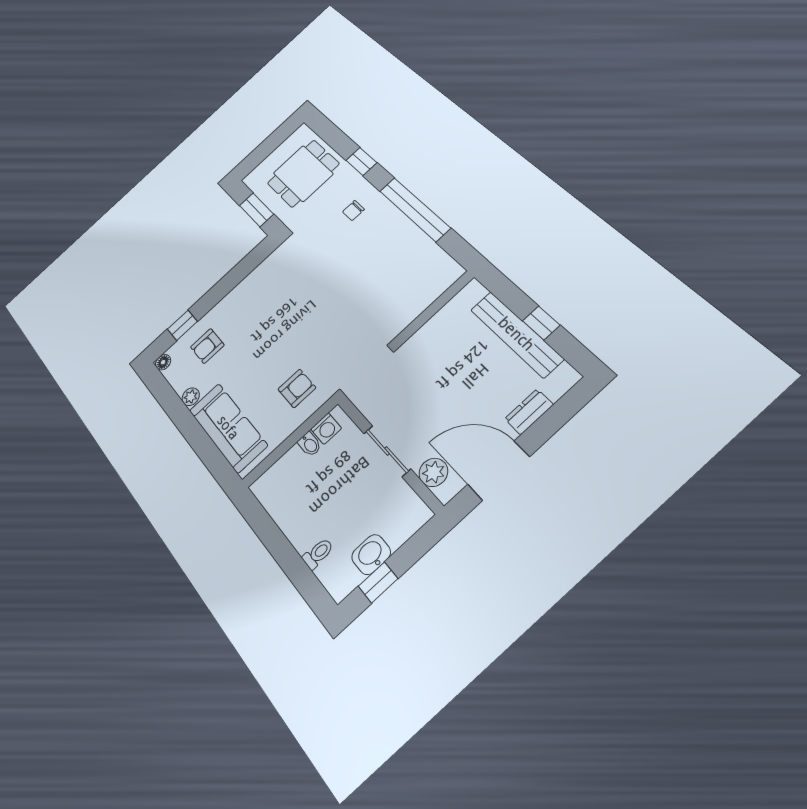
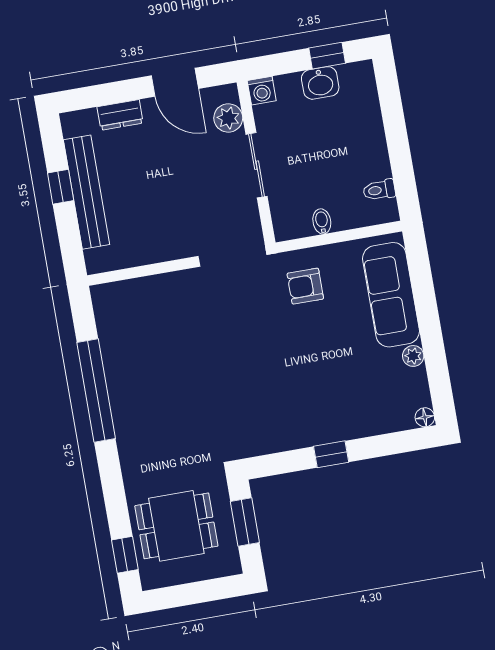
window: (361, 161) -> (125, 555), moved
chair: (353, 211) -> (152, 438), removed
window: (182, 325) -> (331, 454), moved
armchair: (207, 346) -> (371, 400), removed
washing machine: (326, 429) -> (262, 91), moved, turned 180
door: (498, 471) -> (175, 82), width x0.73
toilet: (318, 554) -> (379, 190), moved

